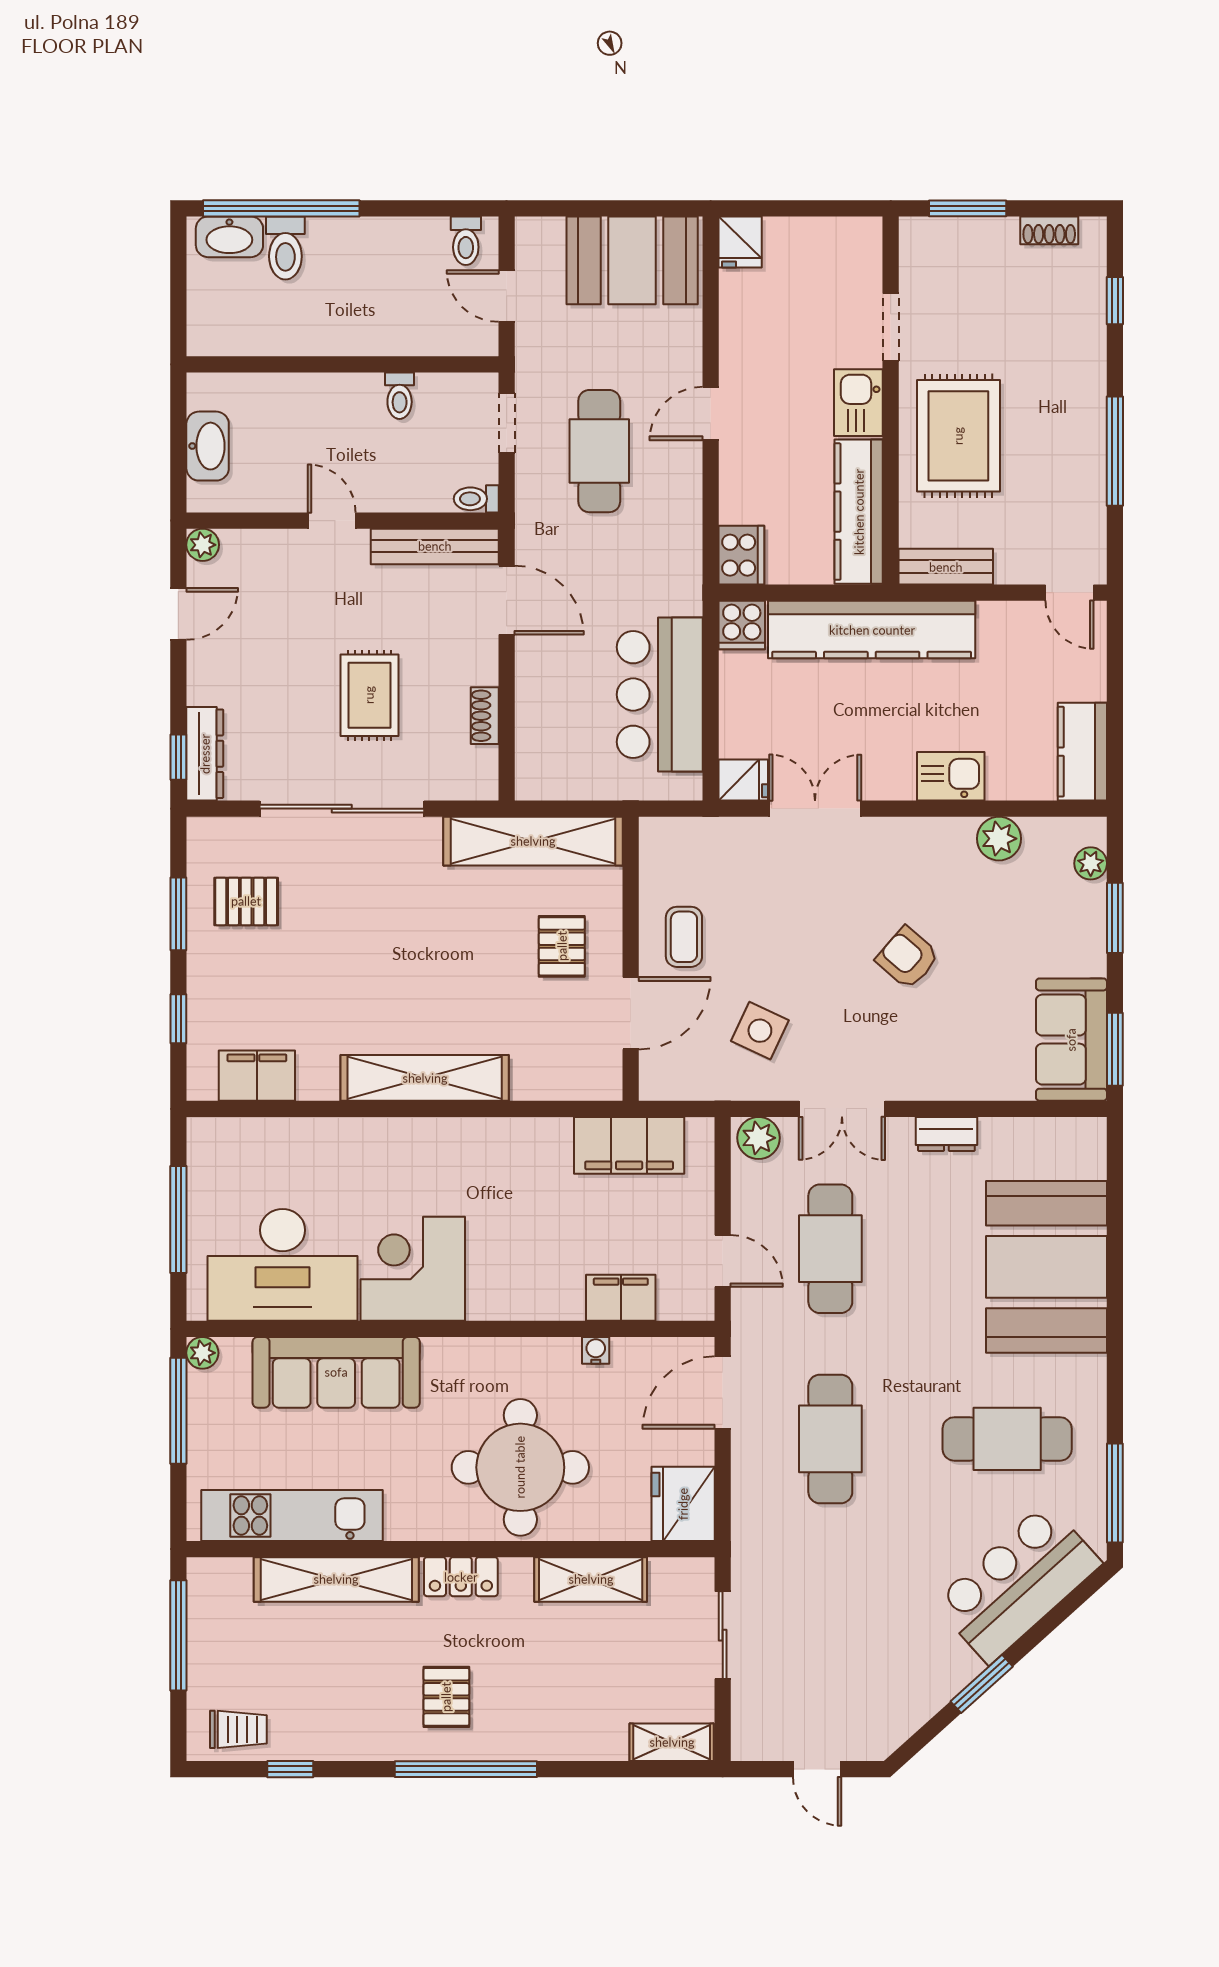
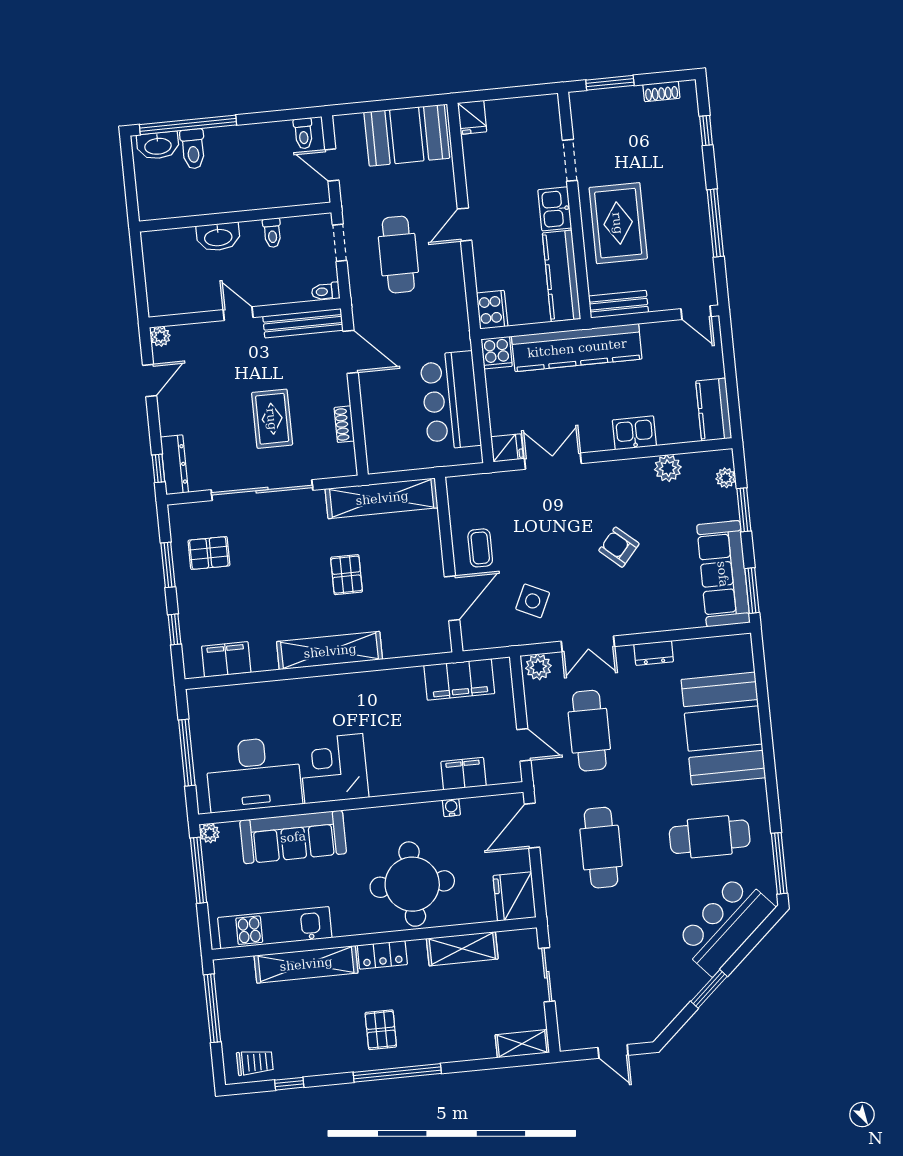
washbasin: (208, 446) -> (218, 237), moved, turned 90
pallet: (562, 946) -> (347, 575), moved
sofa: (1071, 1040) -> (723, 574), width x1.36

